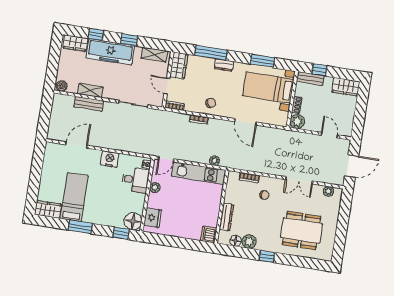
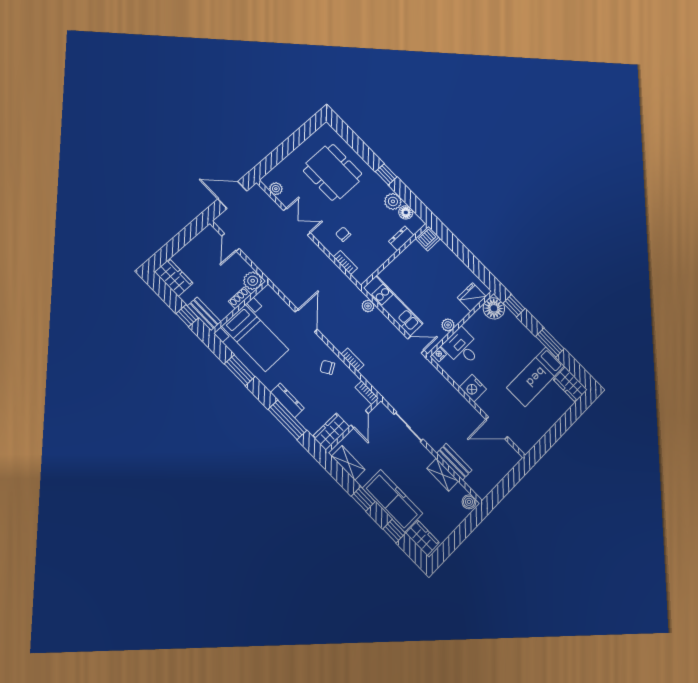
dresser: (224, 65) -> (287, 400), width x1.44
dresser: (227, 217) -> (401, 238), width x0.70

